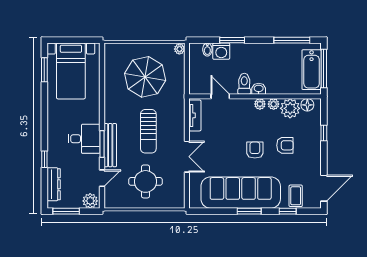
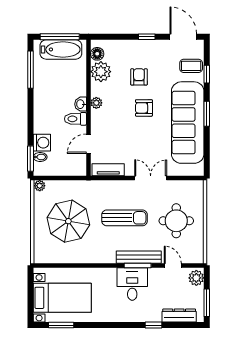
window: (232, 40) -> (30, 159), moved
plant: (274, 104) -> (96, 89), removed
window: (324, 133) -> (147, 37), moved

